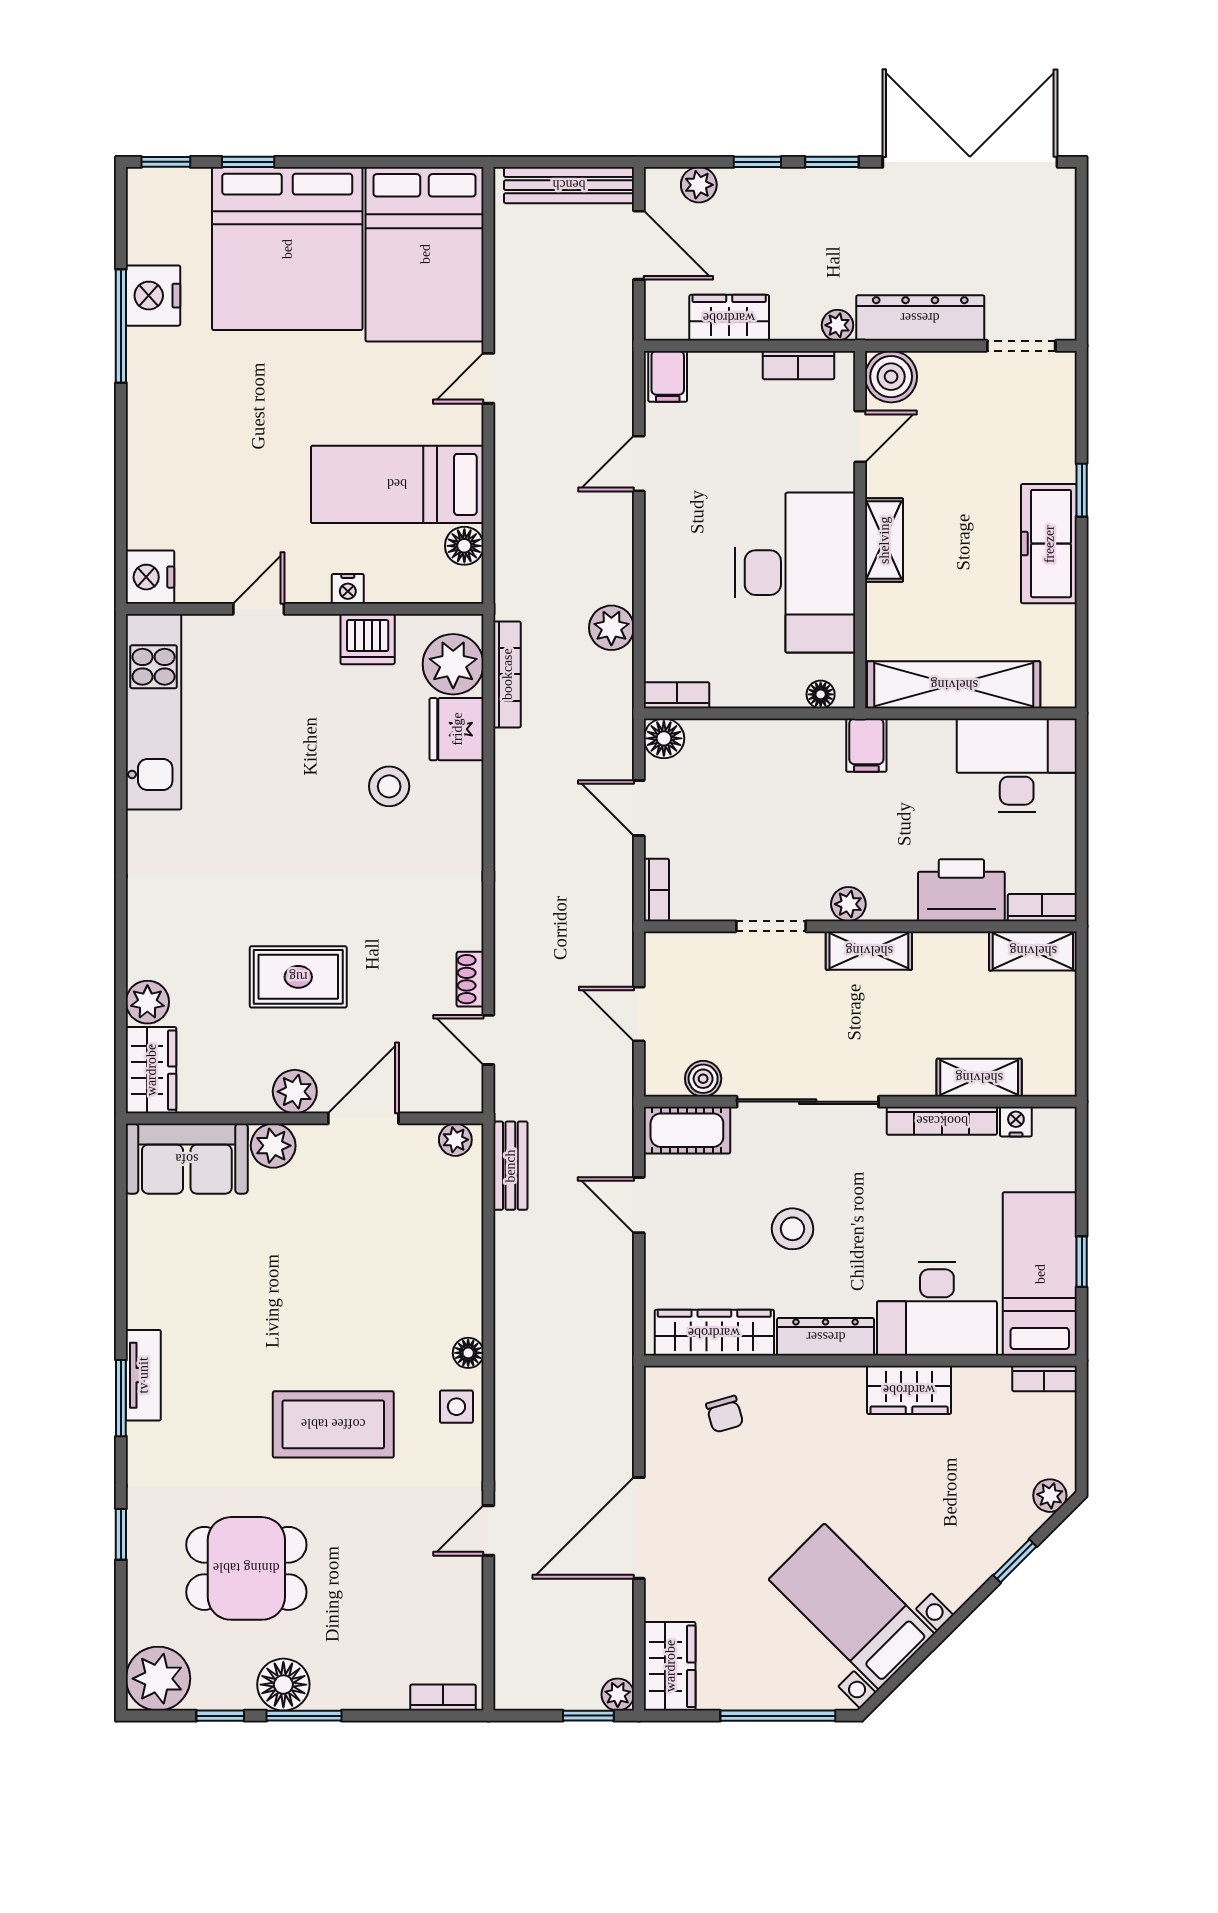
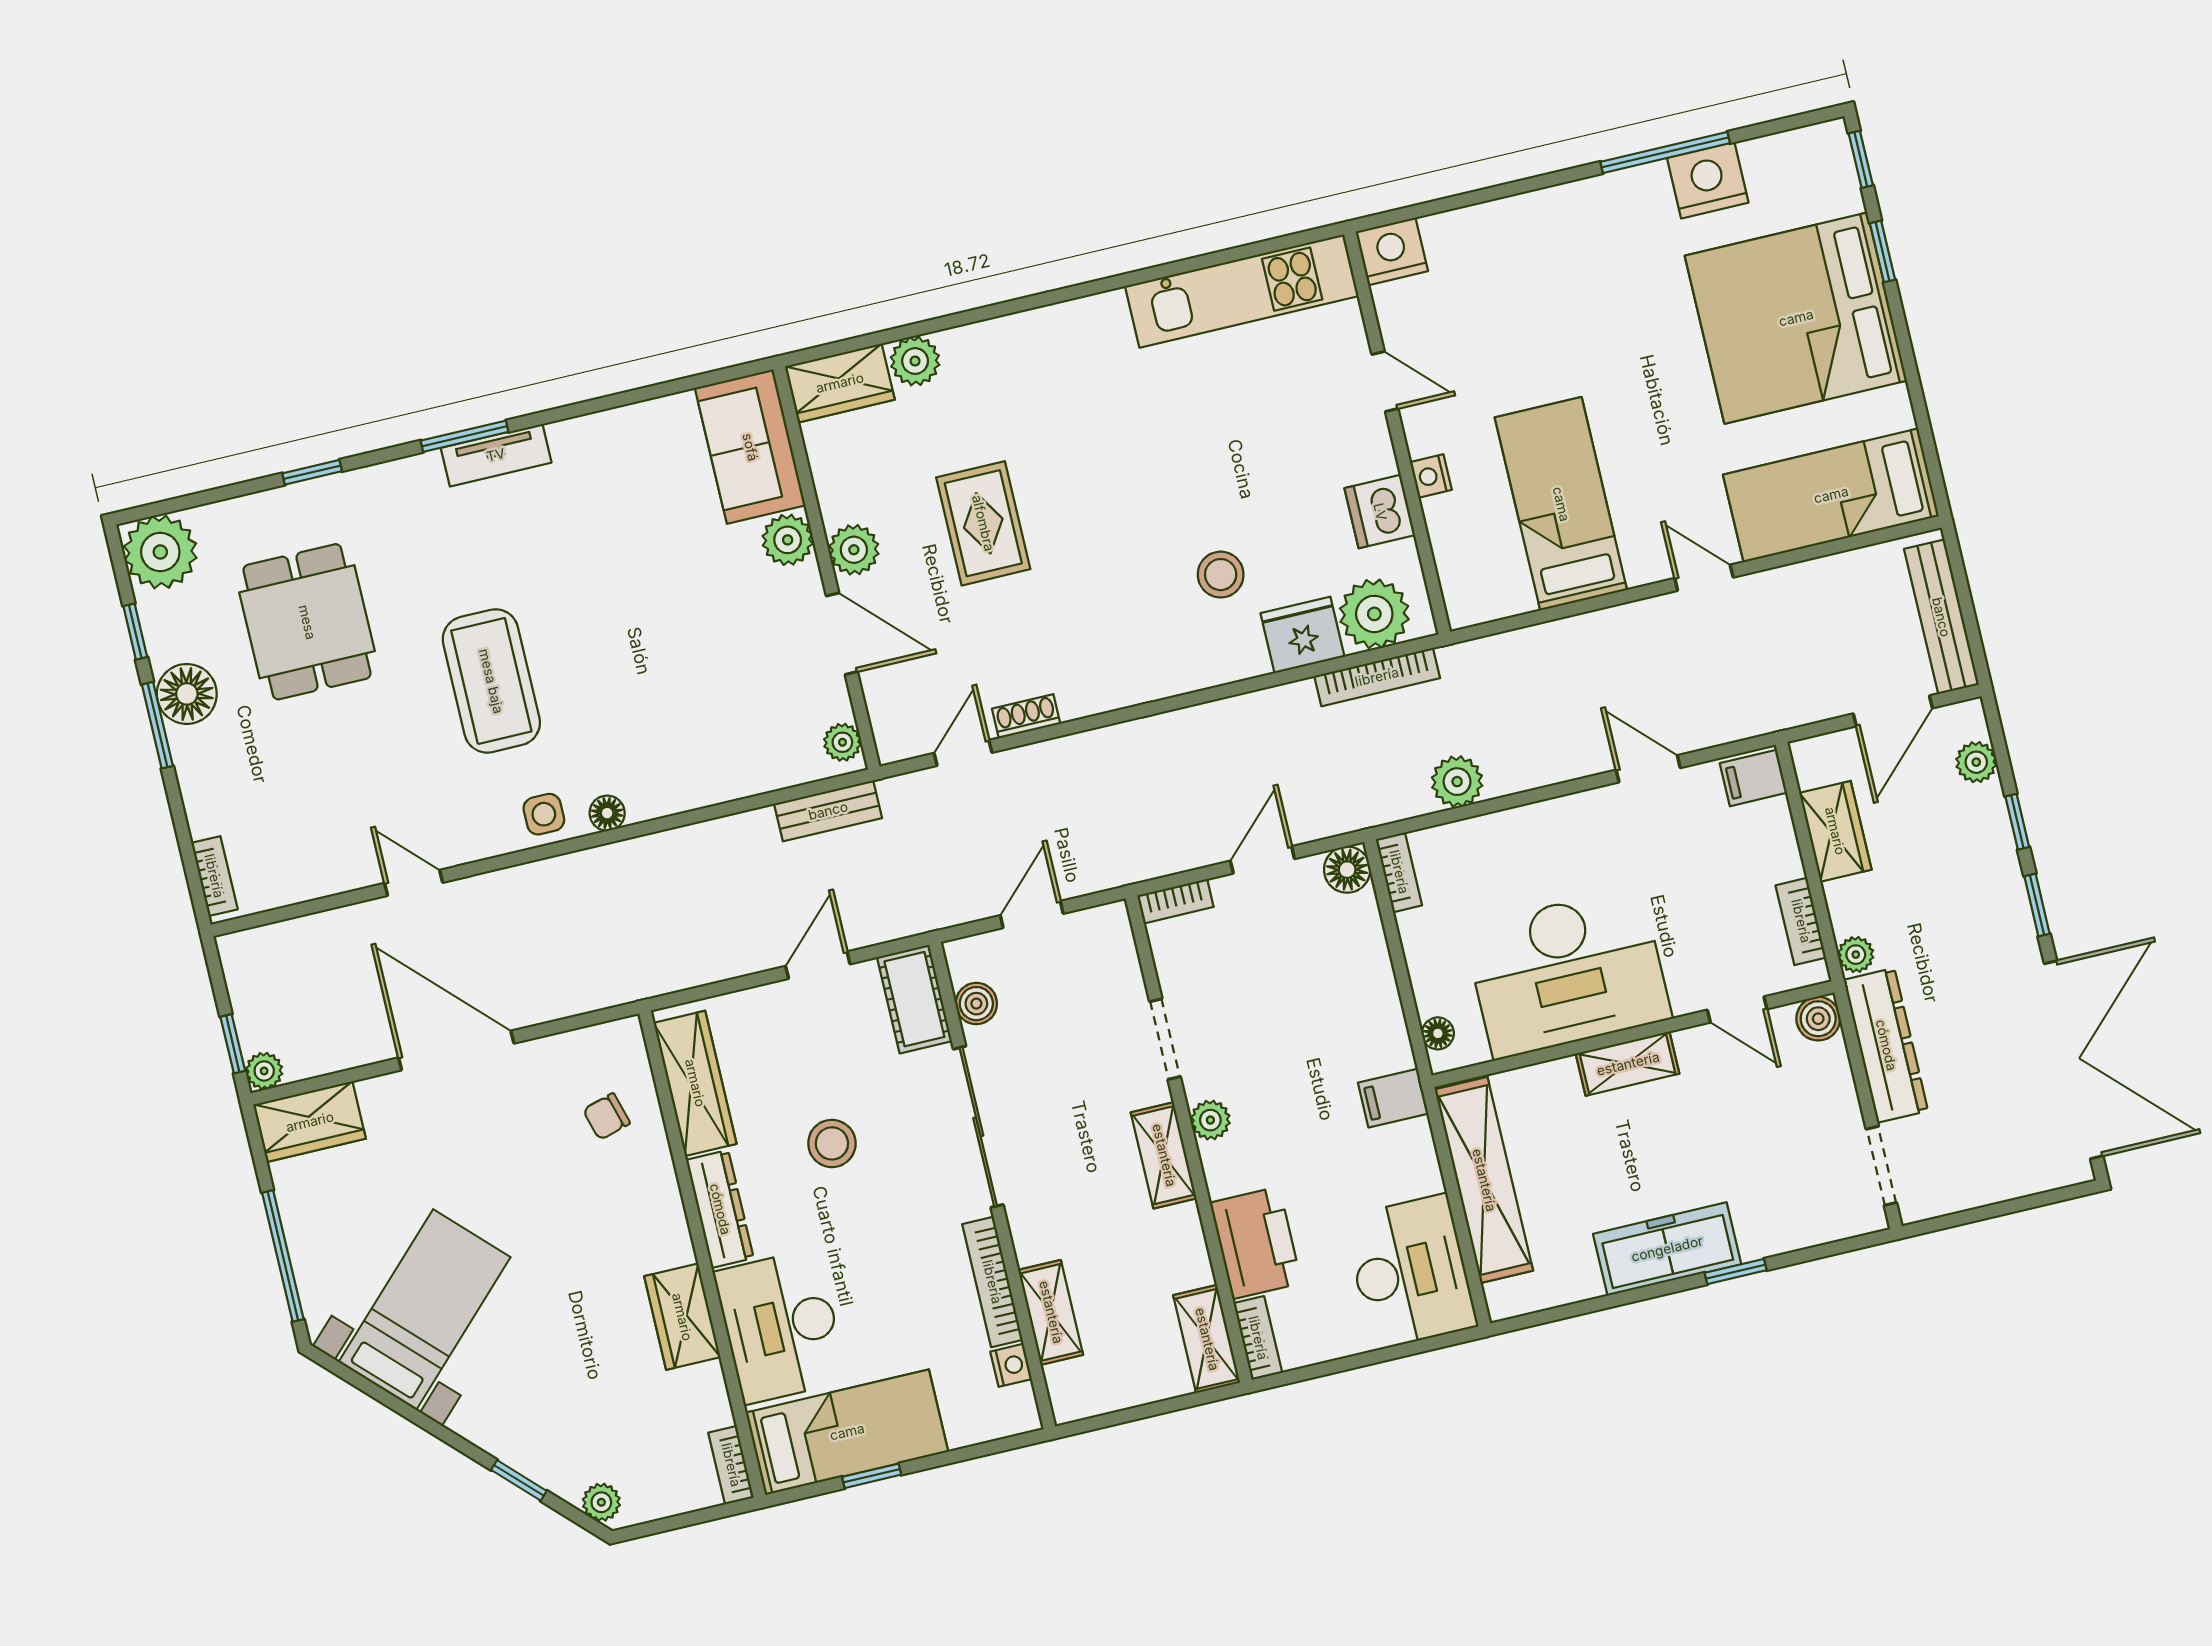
bed: (425, 254) -> (1831, 495), width x0.67
boiler: (891, 377) -> (1818, 1019), width x0.73, depth x0.73
floor lamp: (464, 546) -> (1510, 595), removed

